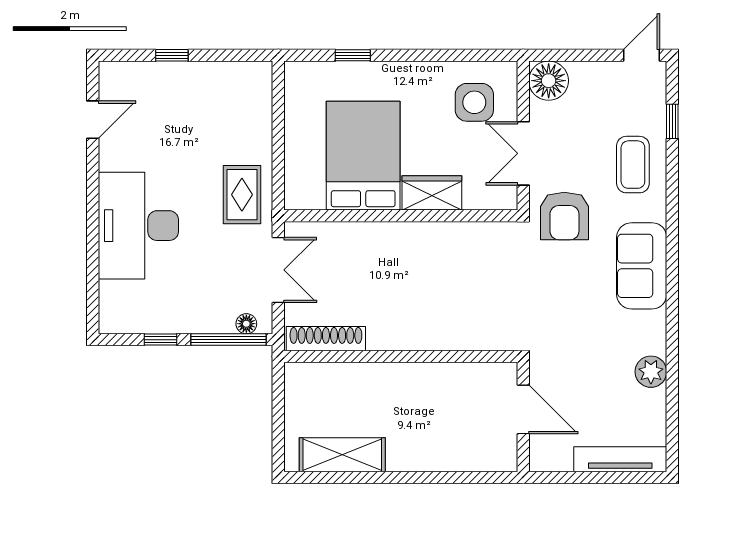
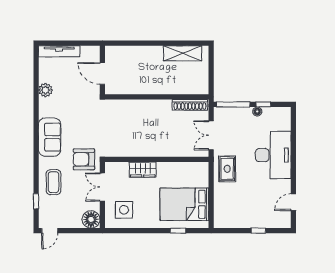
double door: (523, 153) -> (102, 187), swing flipped
bed: (363, 156) -> (184, 204), moved, turned 90
armchair: (564, 216) -> (84, 159), turned -90
floor lamp: (246, 324) -> (257, 111), moved

